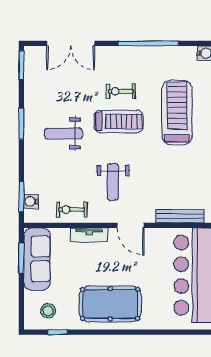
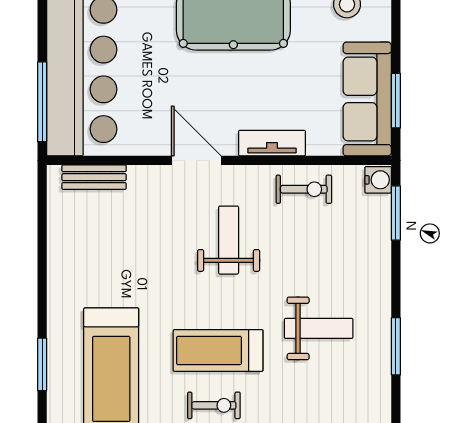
water cooler: (31, 201) -> (378, 180), moved
bench: (180, 216) -> (94, 177), width x0.73

